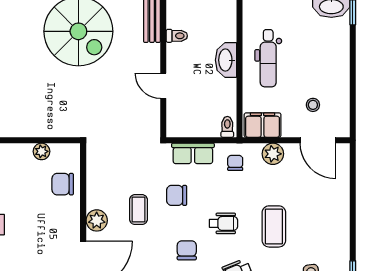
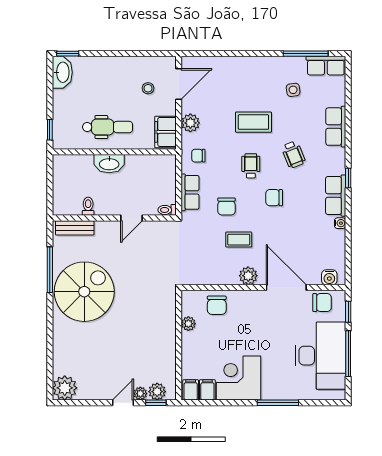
toilet: (227, 127) -> (167, 210), moved

